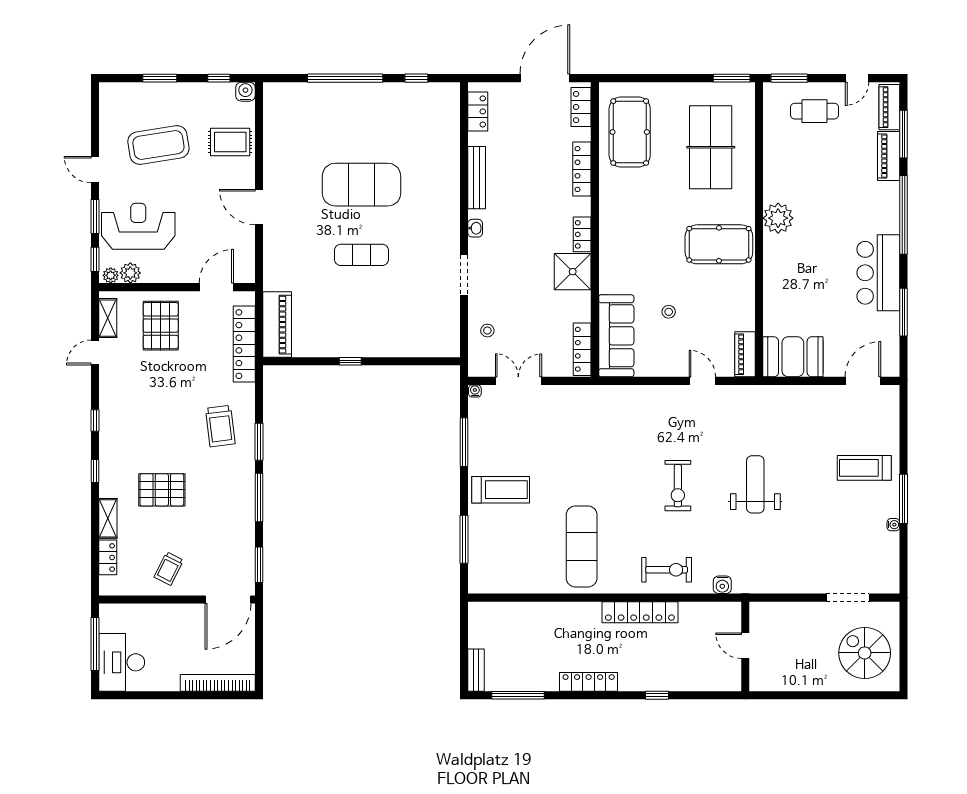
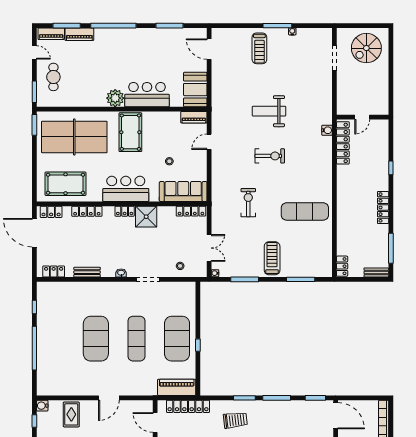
table tennis table: (711, 147) -> (74, 137), width x1.36, depth x1.32
bench: (477, 178) -> (87, 272), width x0.73
bar counter: (621, 236) -> (126, 189), added
exercise mat: (361, 255) -> (136, 339), width x1.36, depth x1.45
bar counter: (878, 273) -> (147, 95), moved, turned 180
exercise mat: (361, 325) -> (177, 339), added
double door: (518, 381) -> (209, 248), swing flipped
exercise bike: (667, 570) -> (248, 203), moved
locker: (487, 611) -> (342, 266), added
locker: (640, 612) -> (343, 143), moved

